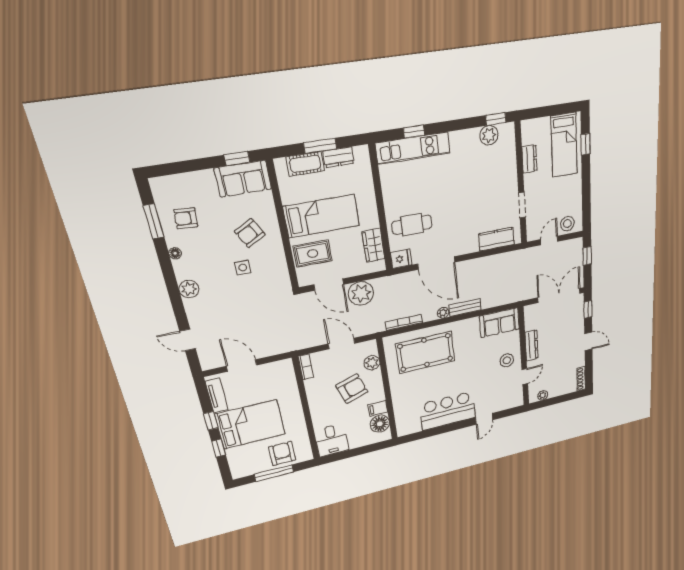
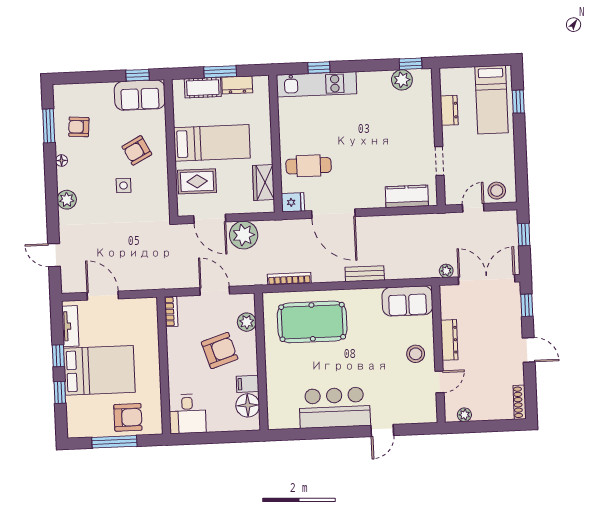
plant: (443, 313) -> (446, 271), moved
armchair: (282, 453) -> (128, 417), turned 90

